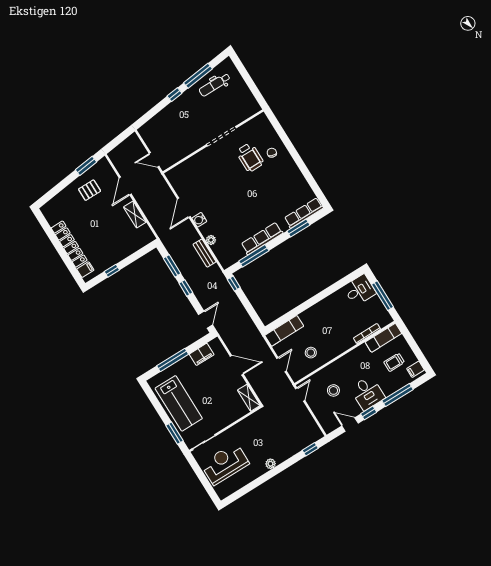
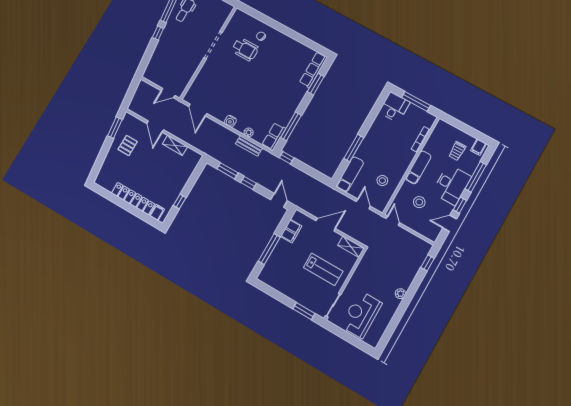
door: (184, 208) -> (198, 110), moved
row of seats: (262, 239) -> (274, 137), moved, width x0.68
window: (301, 308) -> (354, 148), added
exam couch: (383, 338) -> (418, 167), moved
desk: (367, 393) -> (452, 185), width x1.37
lab bench: (179, 403) -> (323, 269), moved, width x0.73, depth x0.72

